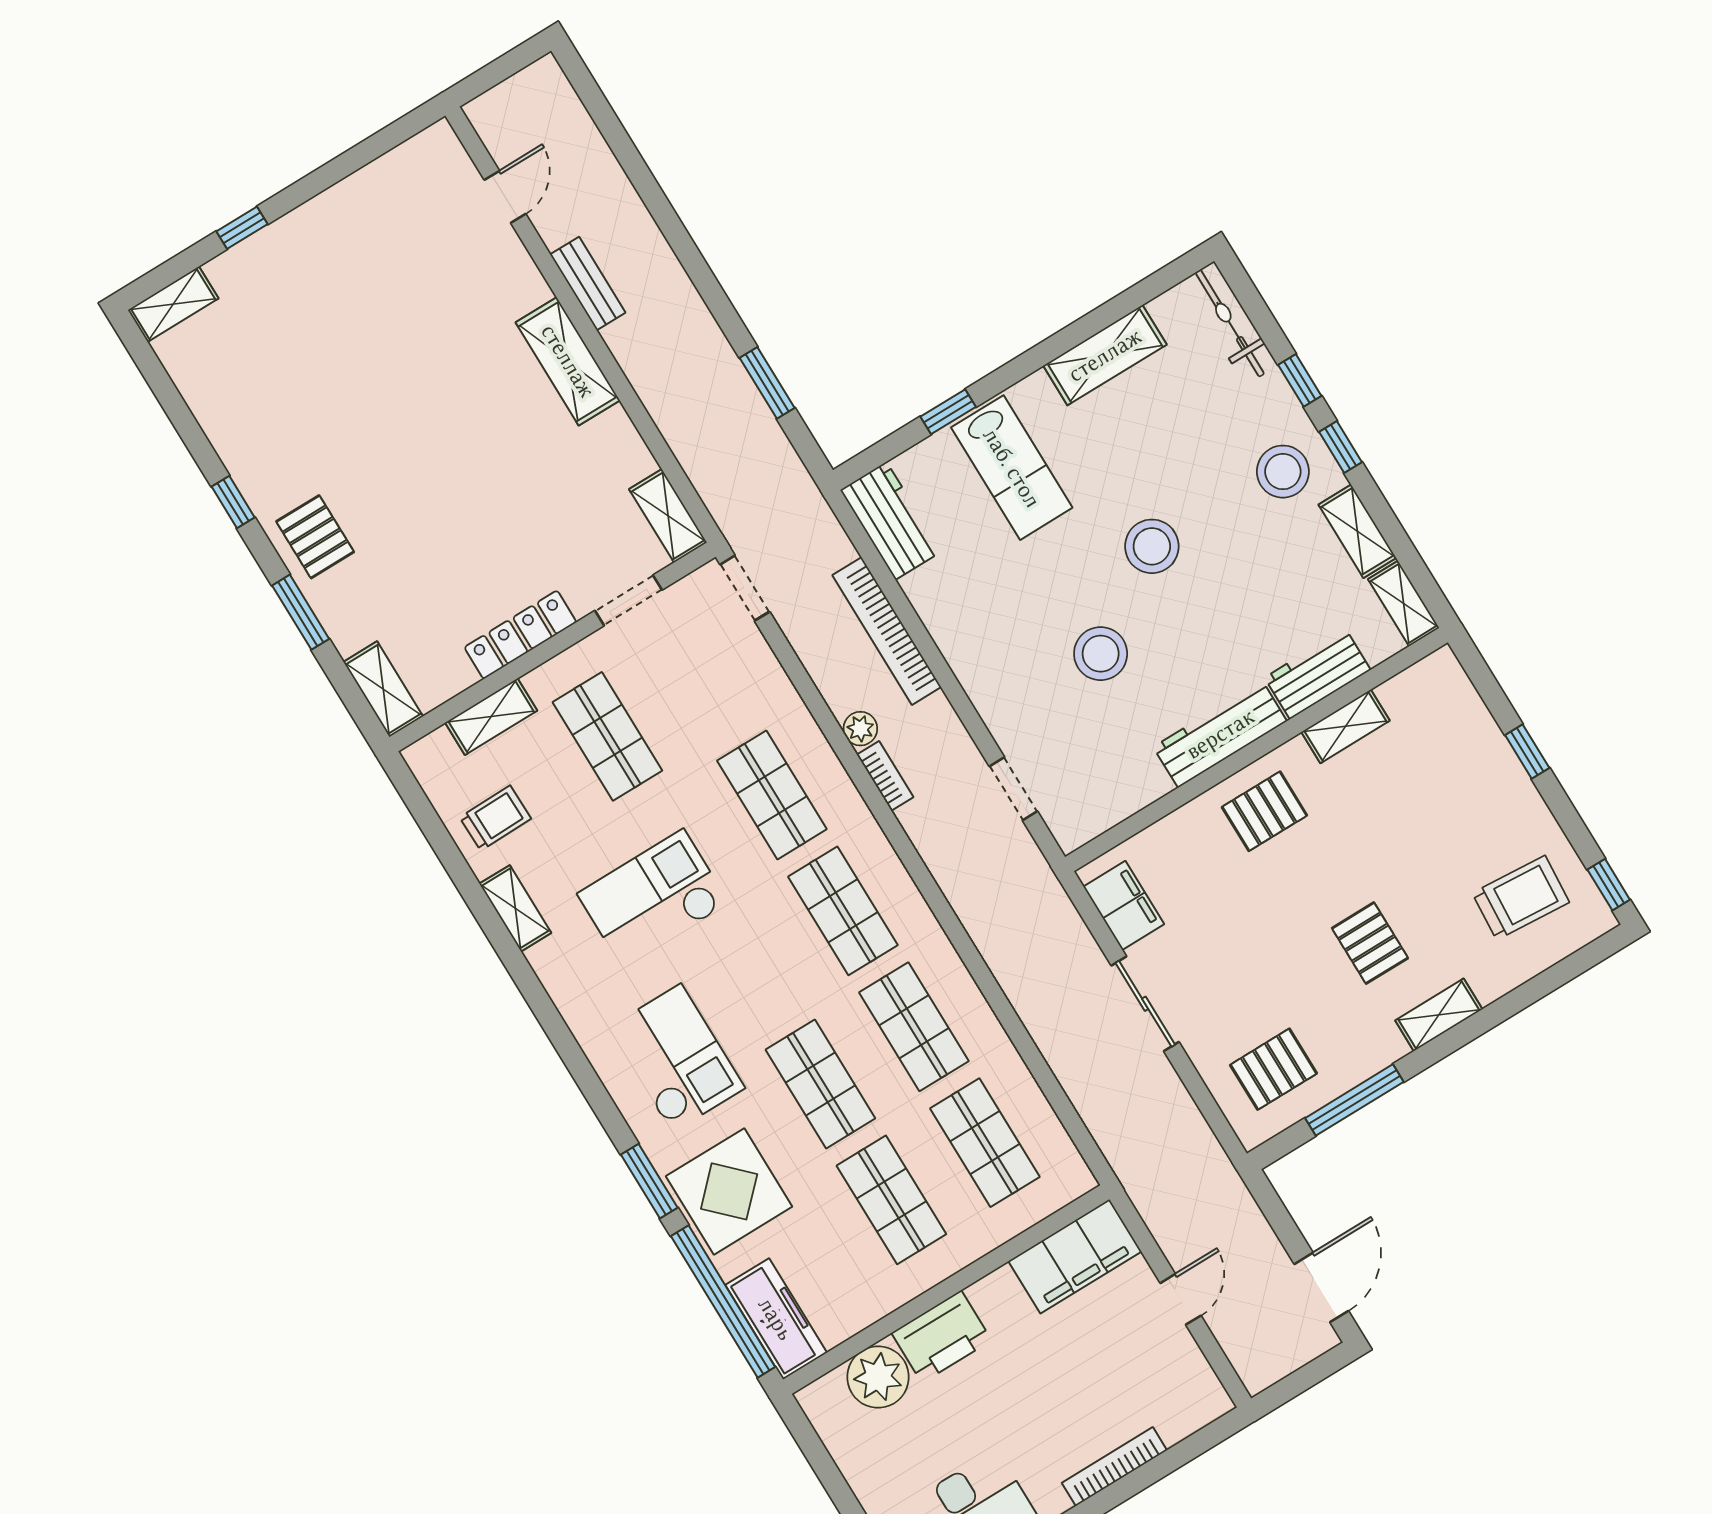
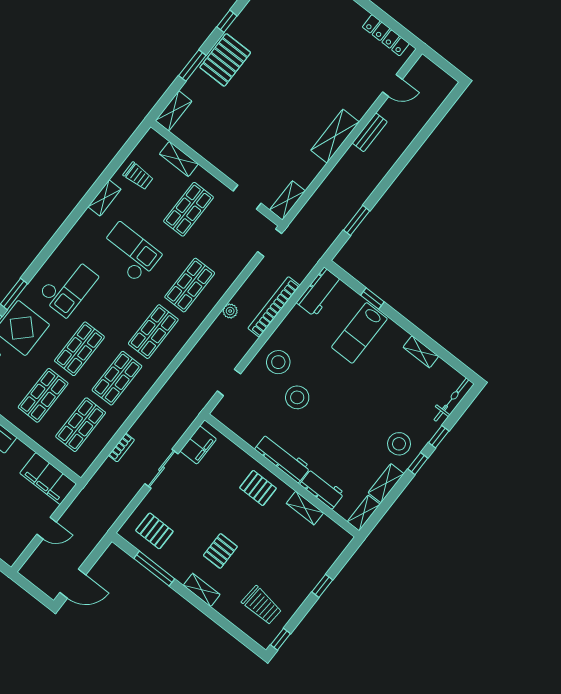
shelving: (1105, 355) -> (421, 352), width x0.67, depth x0.75
pallet: (315, 537) -> (225, 60), width x1.50, depth x1.42
stool: (1152, 546) -> (278, 362), moved
locker: (520, 635) -> (386, 35), moved, turned 180
bookcase: (885, 776) -> (121, 448), moved

